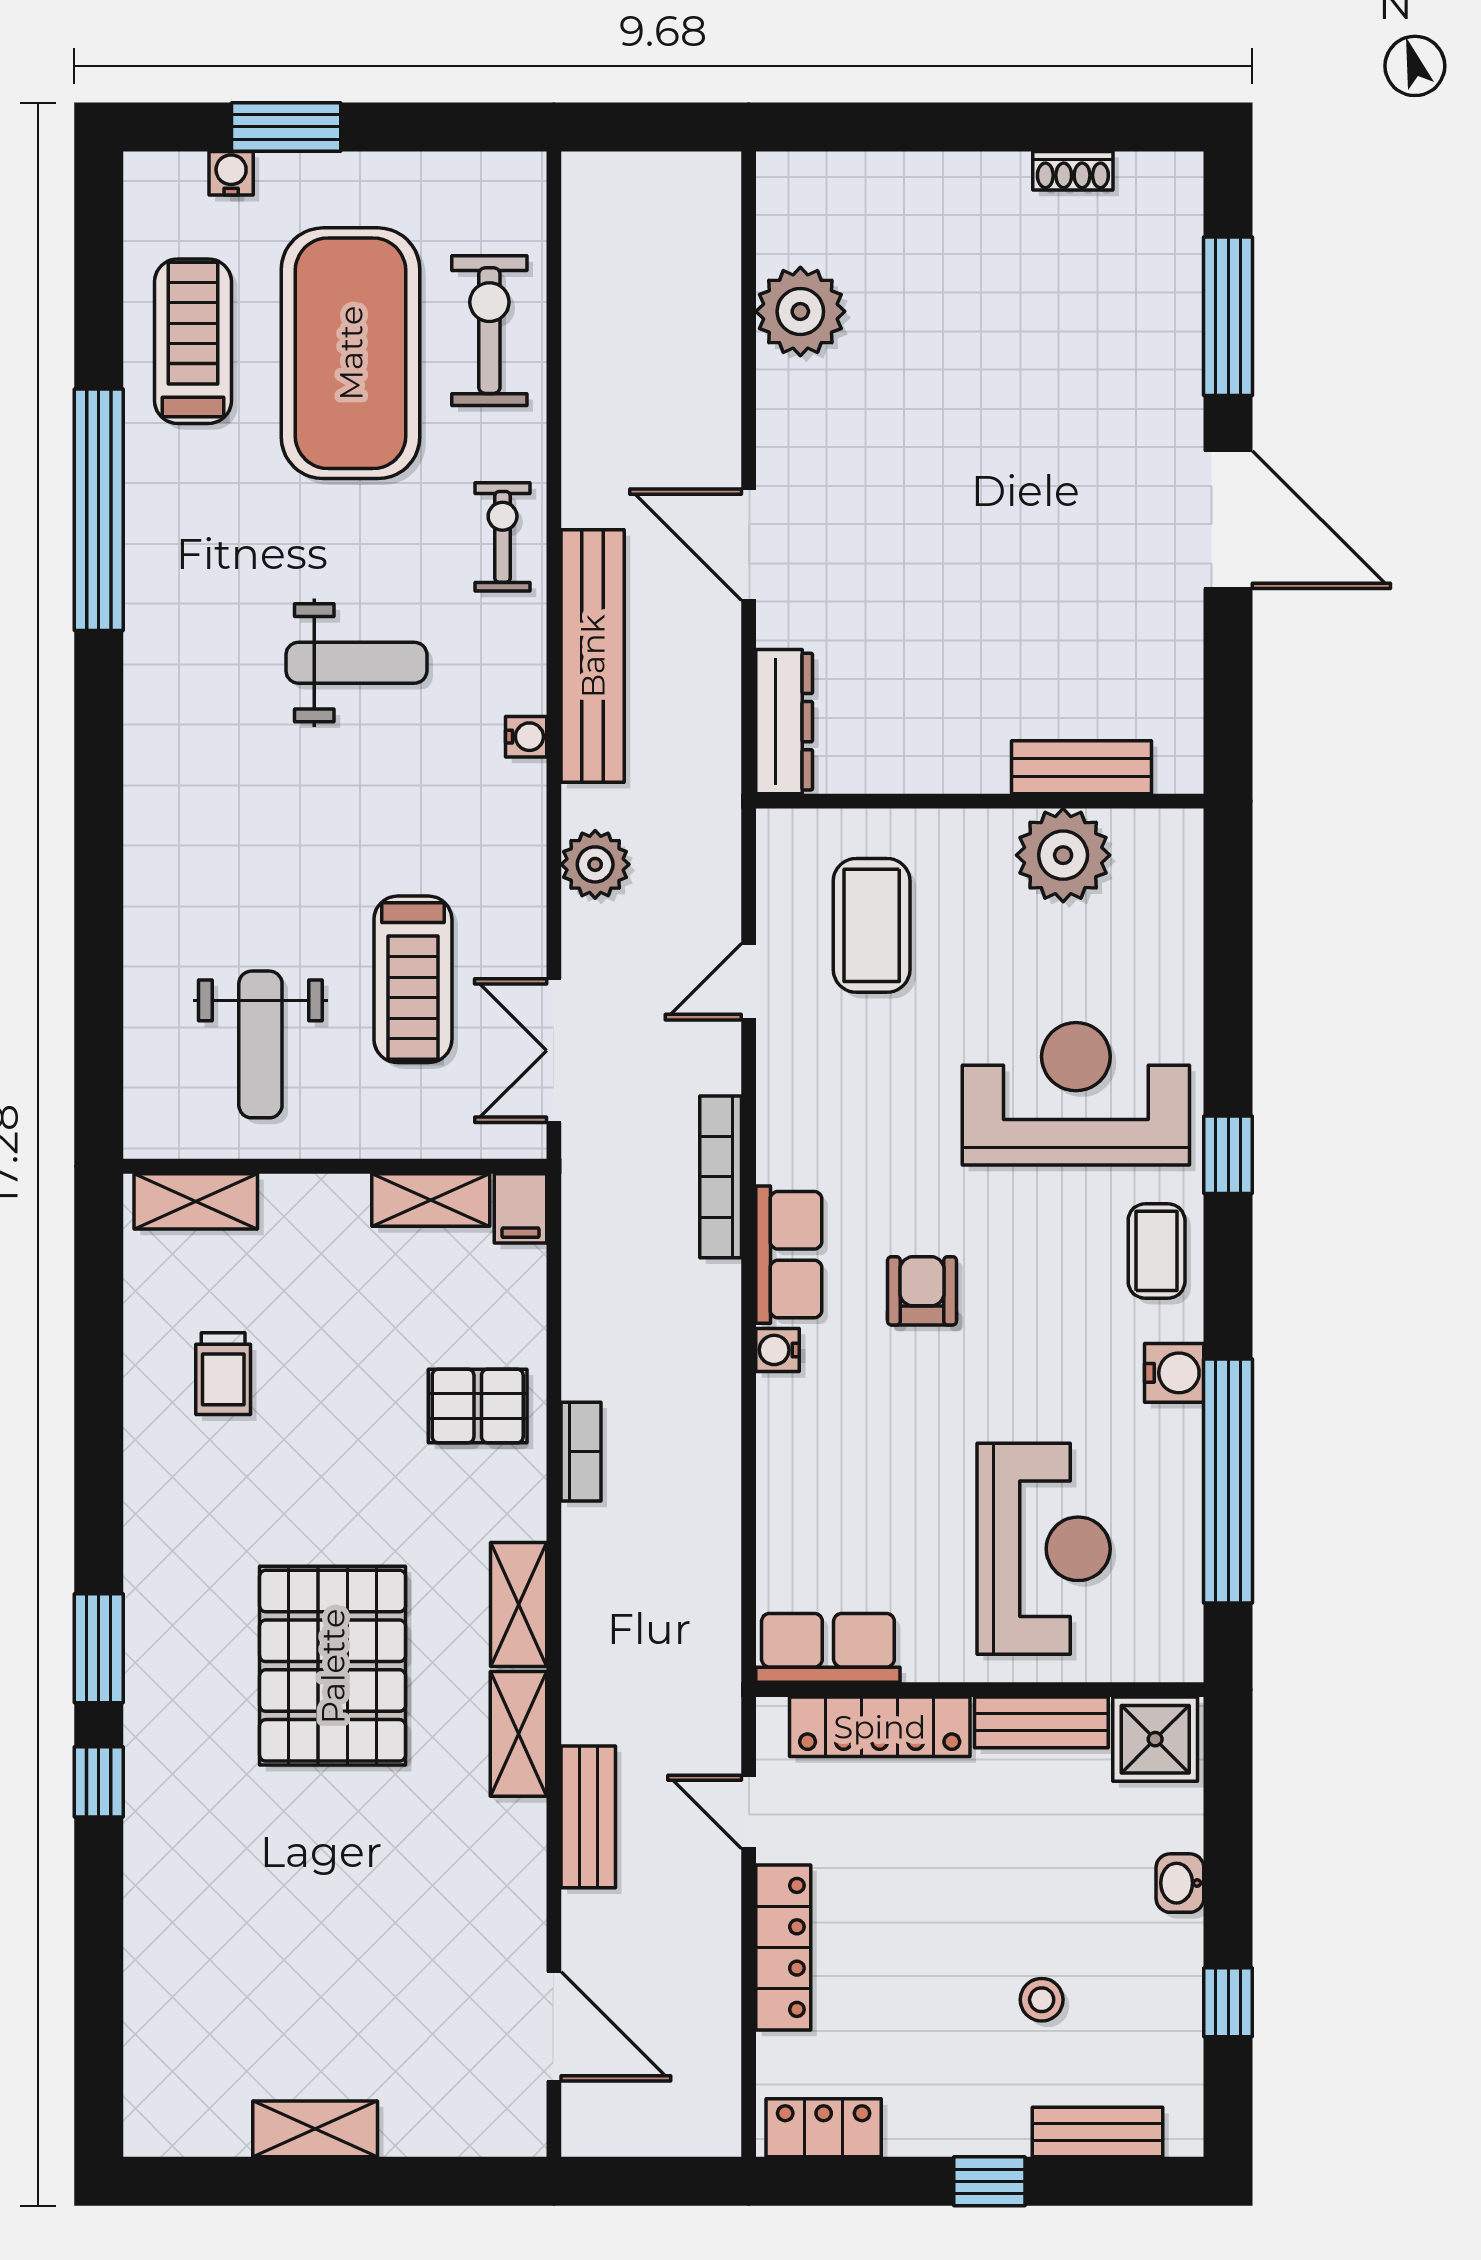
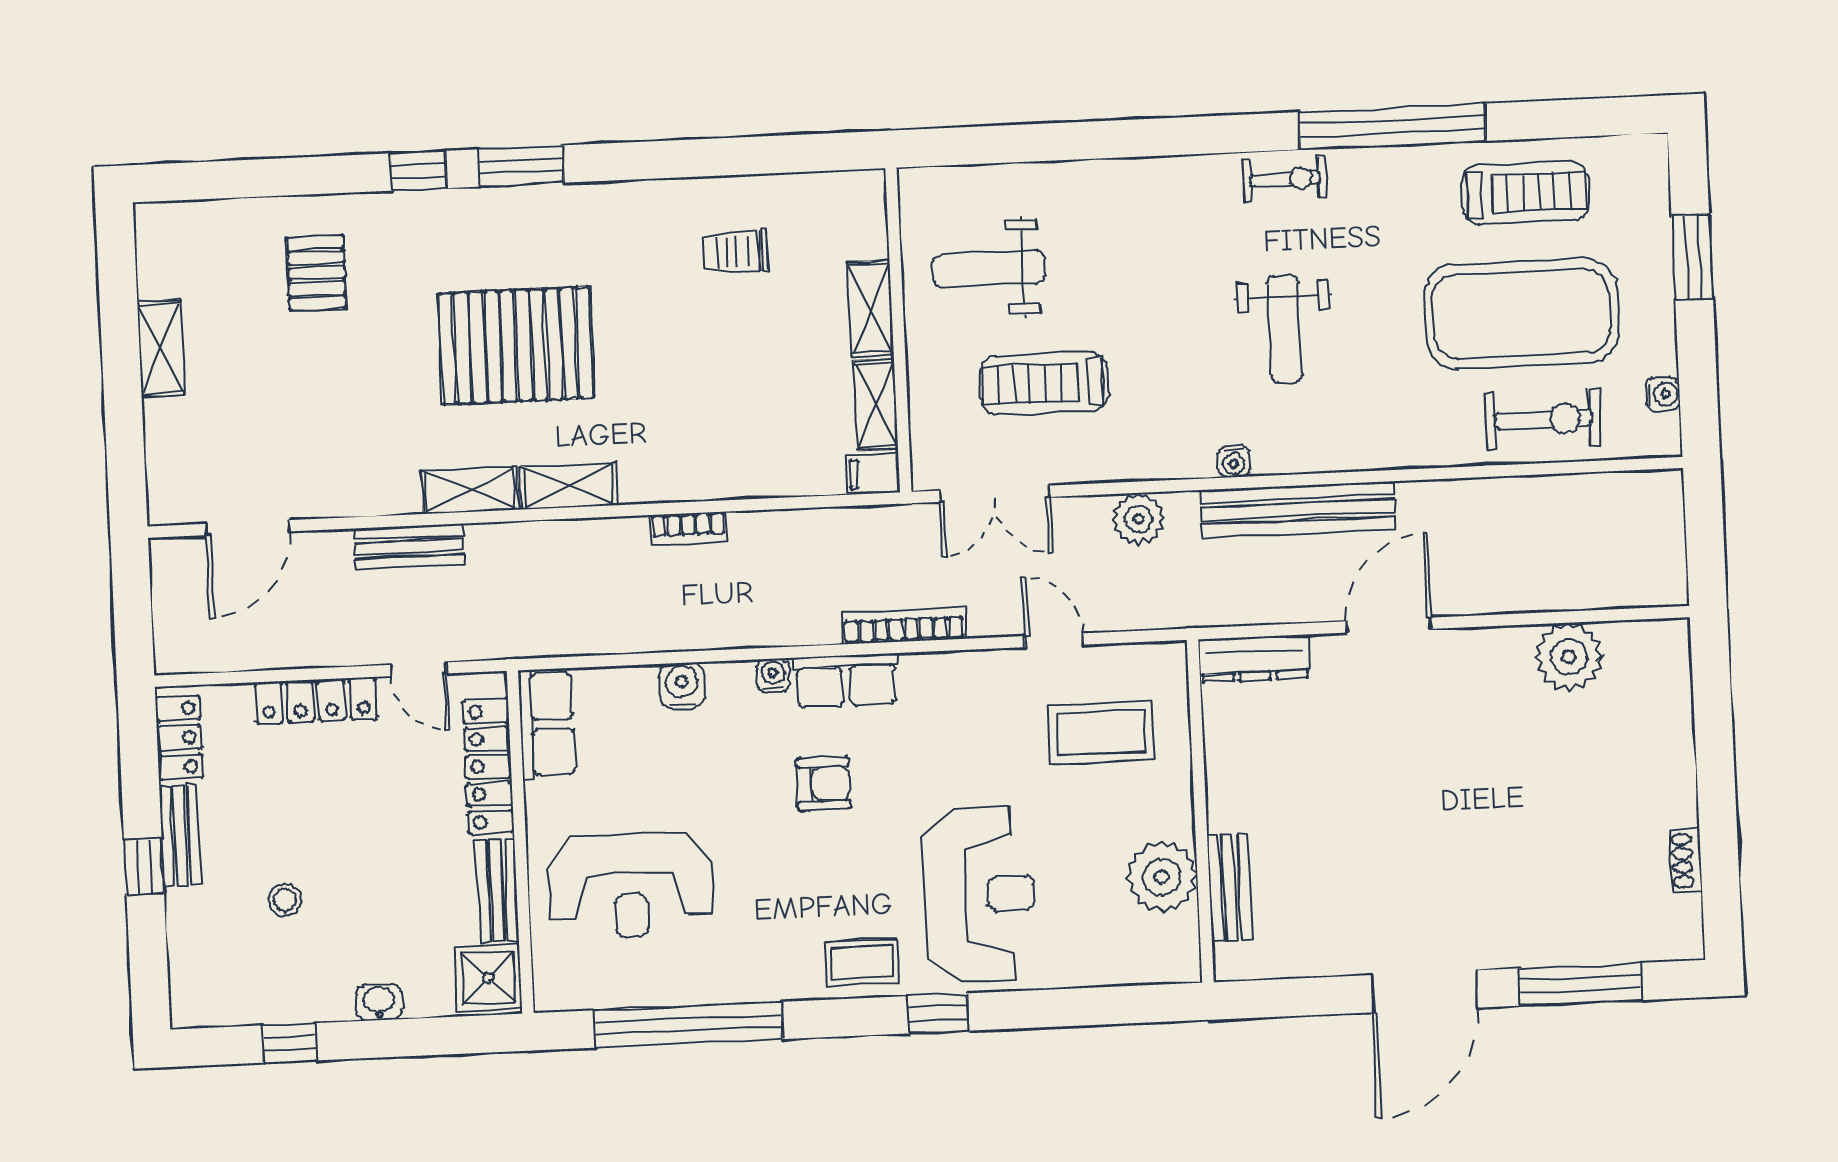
water cooler: (231, 173) -> (1663, 394), moved
exercise bike: (503, 537) -> (1285, 179), moved
double door: (554, 1051) -> (995, 494), swing flipped
shelving: (196, 1201) -> (870, 309), moved
water cooler: (1174, 1373) -> (682, 685), moved, turned 180
pallet: (478, 1406) -> (316, 273), moved
door: (749, 1812) -> (419, 669), swing flipped
bench: (1098, 2132) -> (180, 835), moved

